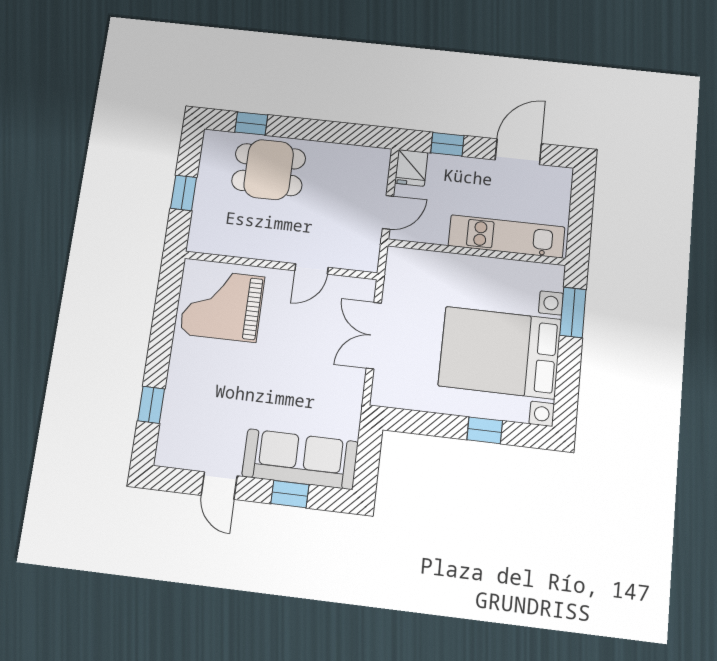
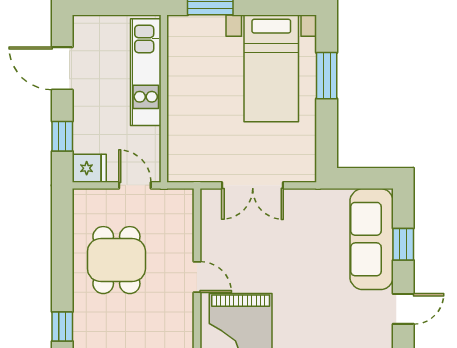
dining table: (269, 170) -> (116, 260), moved
door: (311, 269) -> (197, 277), moved
bed with nightstands: (500, 353) -> (271, 68), width x0.73
window: (485, 430) -> (327, 76), width x1.50

